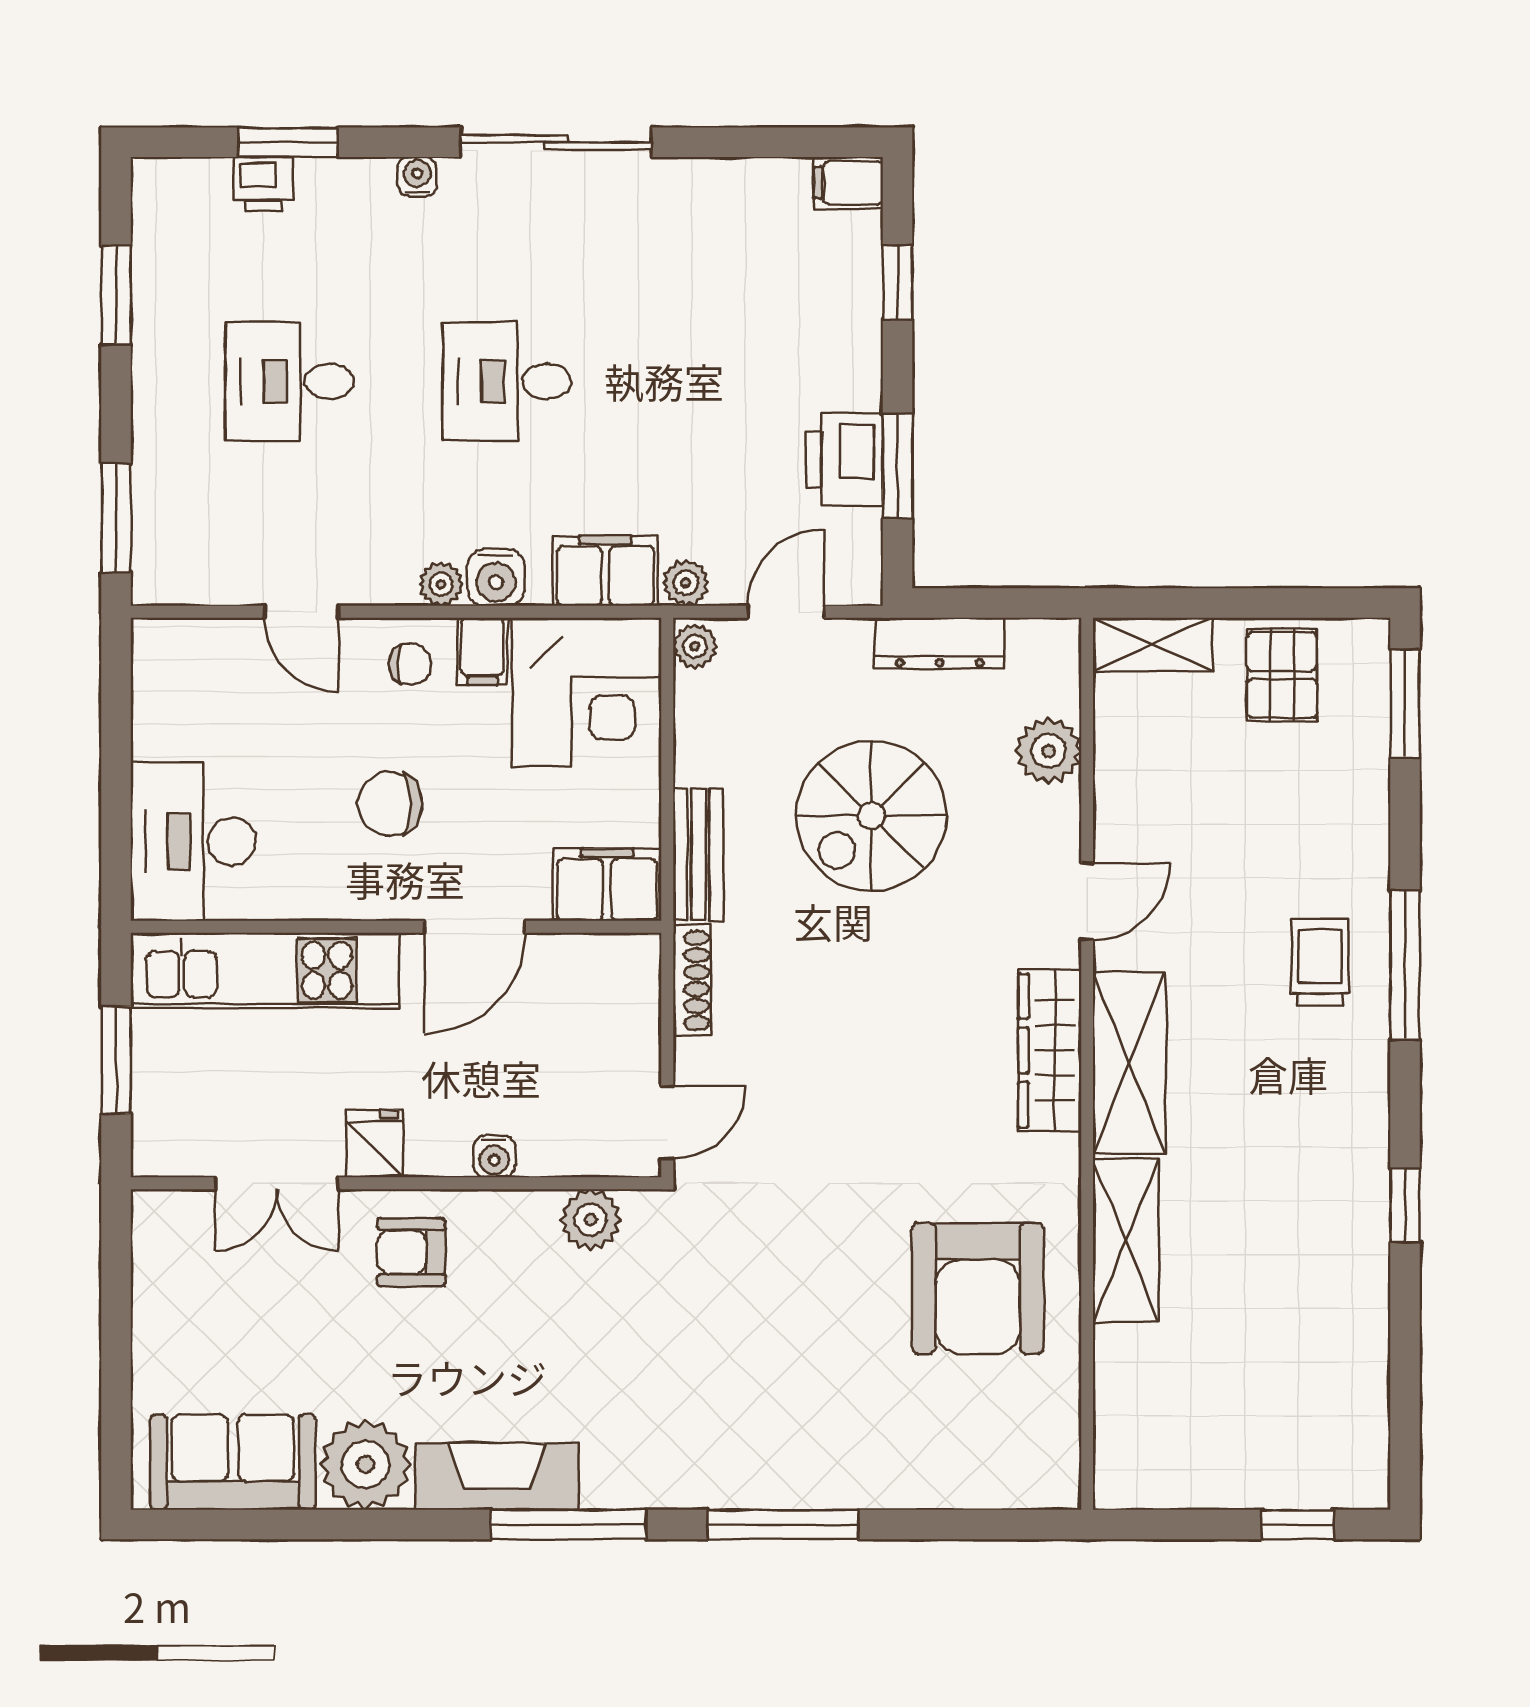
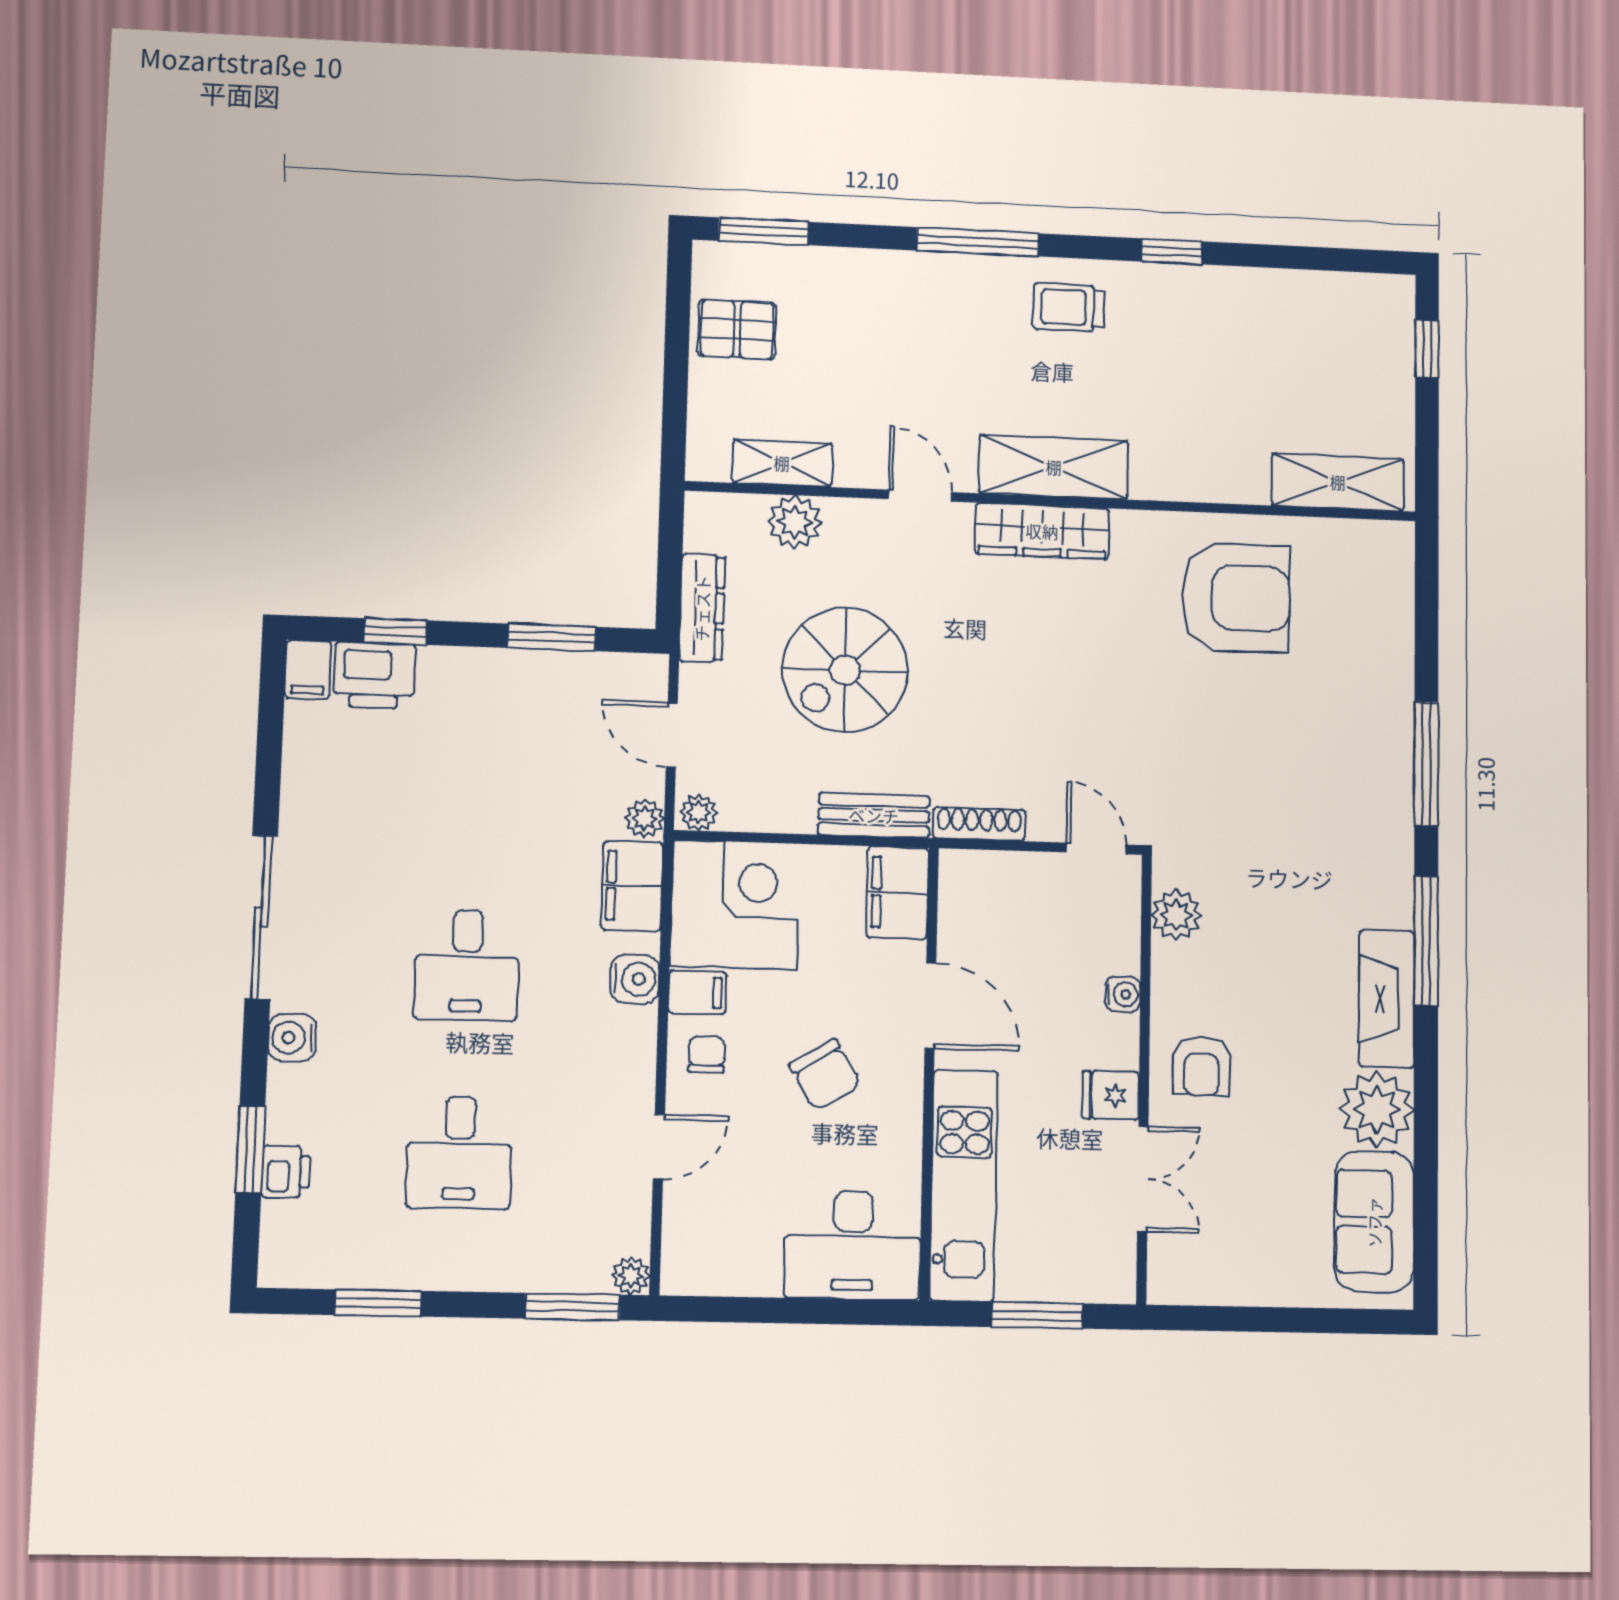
water cooler: (417, 177) -> (292, 1038), width x1.38, depth x1.38
printer: (844, 460) -> (374, 675), moved
plant: (441, 584) -> (631, 1276), moved
shelving: (1153, 644) -> (782, 463), moved, turned 90
chair: (390, 804) -> (825, 1075), turned -31
spiral stairs: (871, 816) -> (845, 670), turned 90
trolley: (1320, 962) -> (1069, 307), moved
shelving: (1126, 1240) -> (1338, 482), moved

